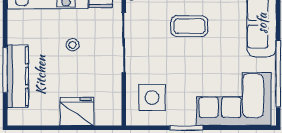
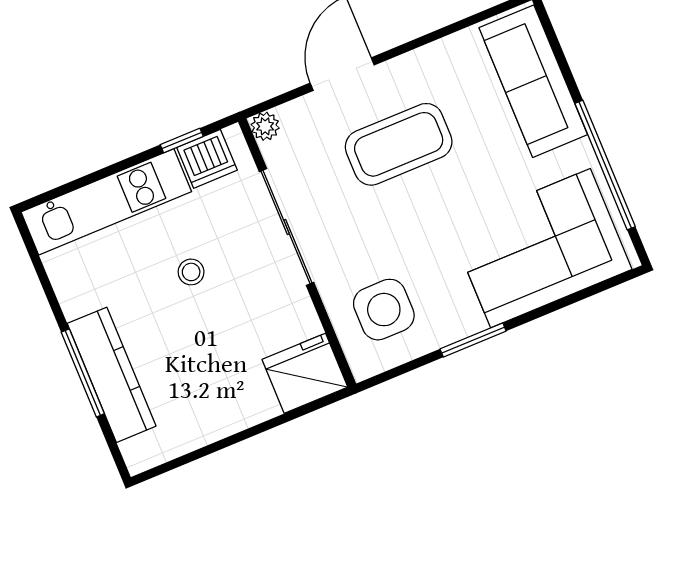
coffee table: (189, 26) -> (399, 144), width x1.36, depth x1.32
fridge: (77, 111) -> (305, 373), moved

